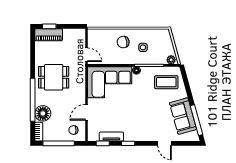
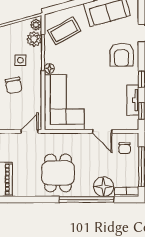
plant: (160, 58) -> (34, 39), added
coffee table: (166, 82) -> (64, 31), turned 61
armchair: (147, 128) -> (122, 55), added

